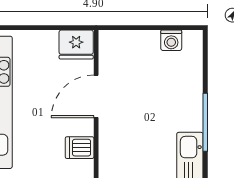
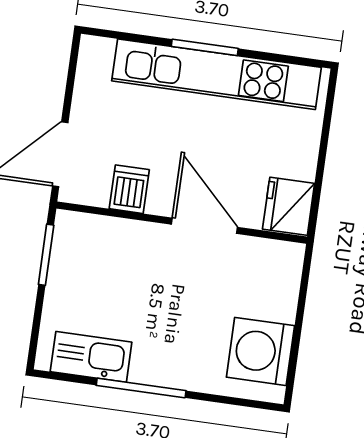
washing machine: (171, 40) -> (260, 351), width x1.89, depth x1.89

